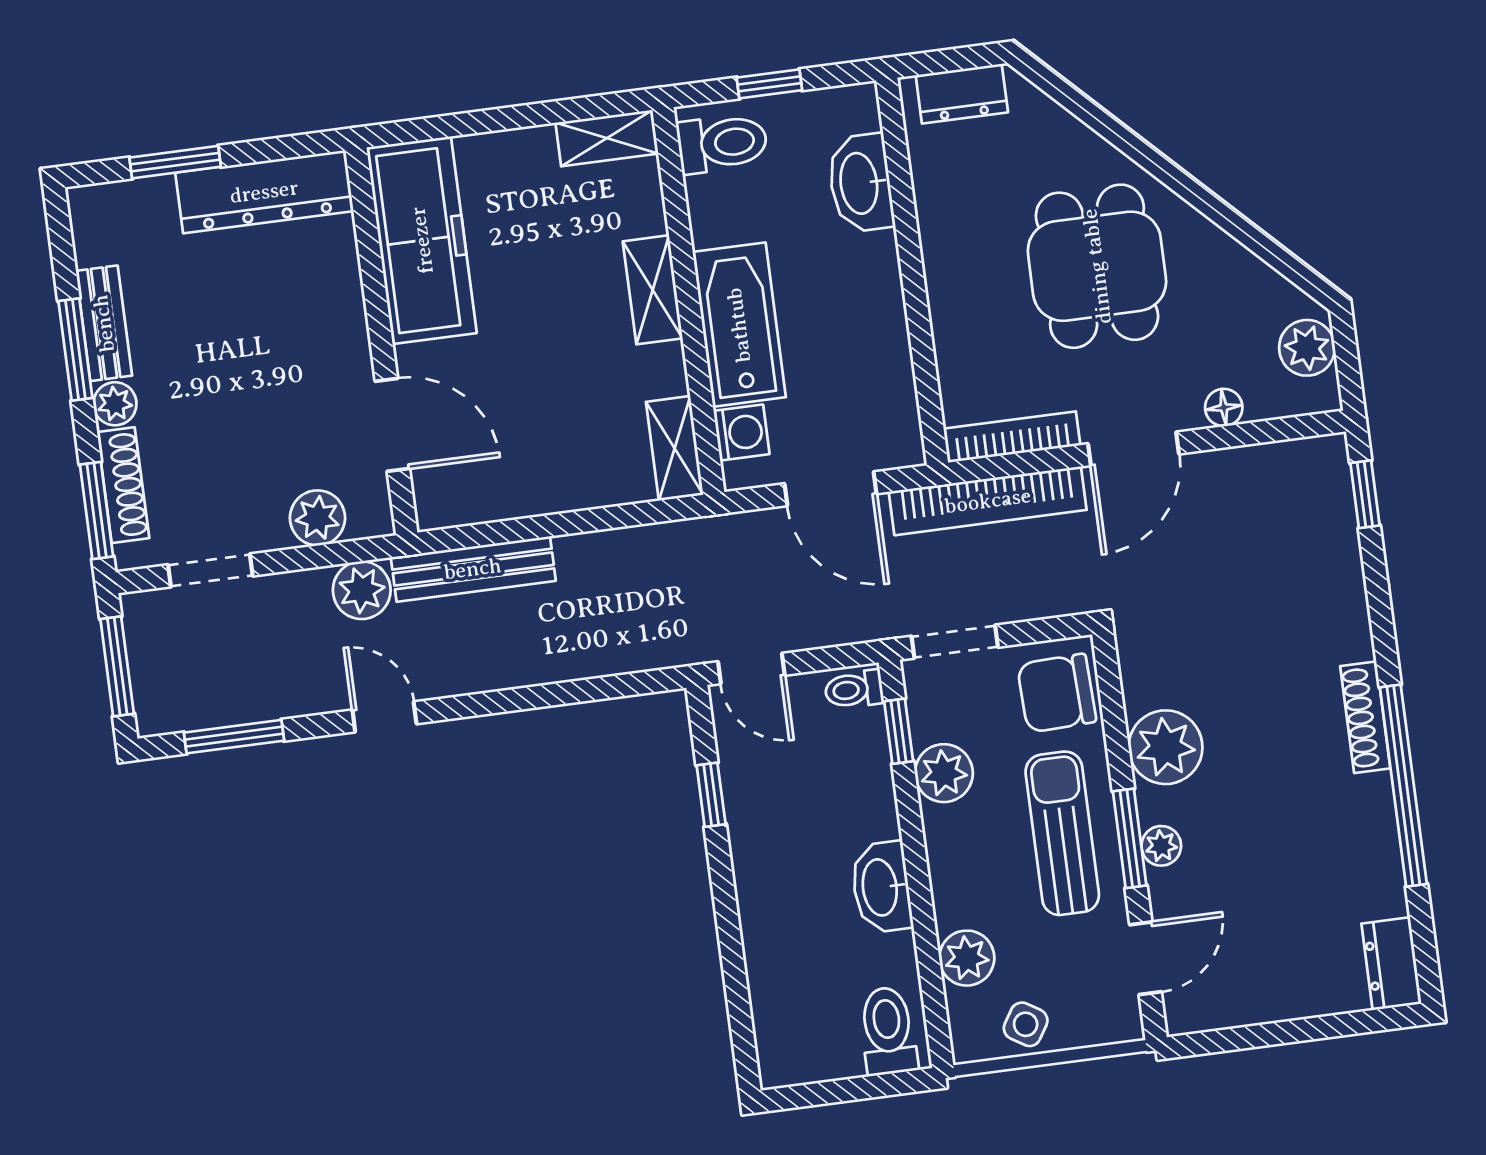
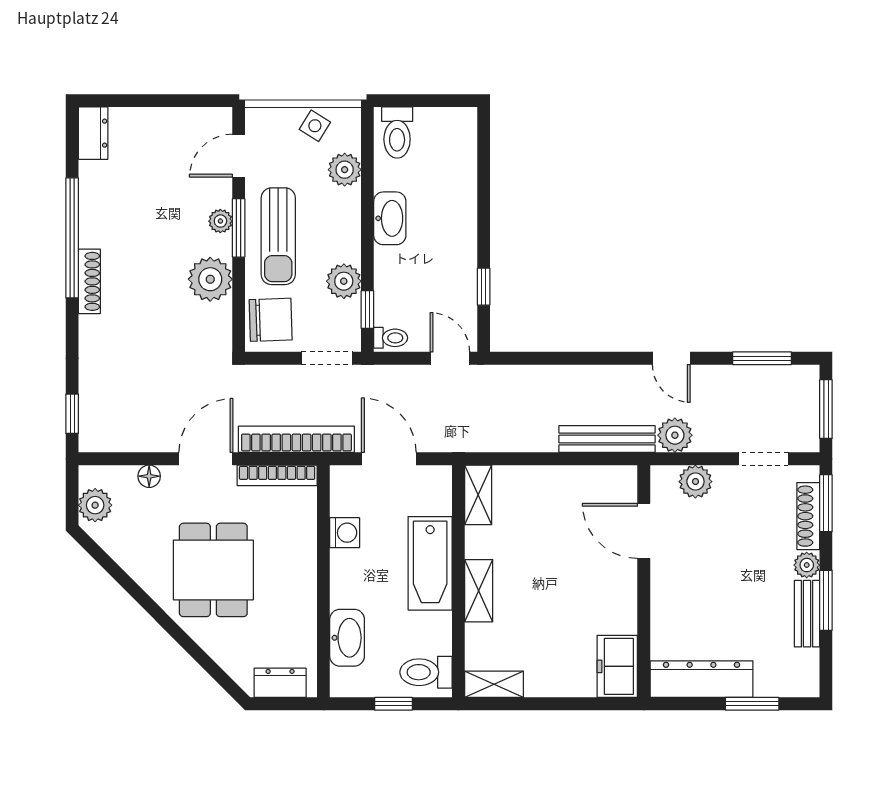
freezer: (422, 240) -> (617, 666), width x0.52, depth x0.79
washing machine: (742, 433) -> (345, 533), moved, turned 180

